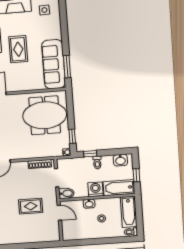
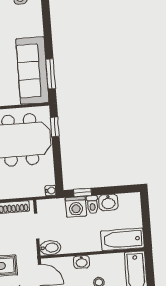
window: (72, 136) -> (55, 127), moved
washbasin: (120, 160) -> (108, 202), moved
window: (136, 175) -> (146, 222), removed
washing machine: (95, 189) -> (76, 207), moved, turned 180

